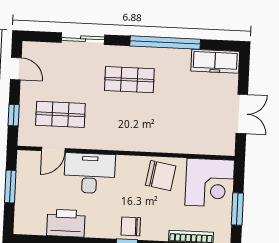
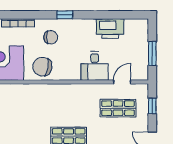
desk: (90, 173) -> (95, 66), width x0.73
chair: (131, 226) -> (51, 37), moved

